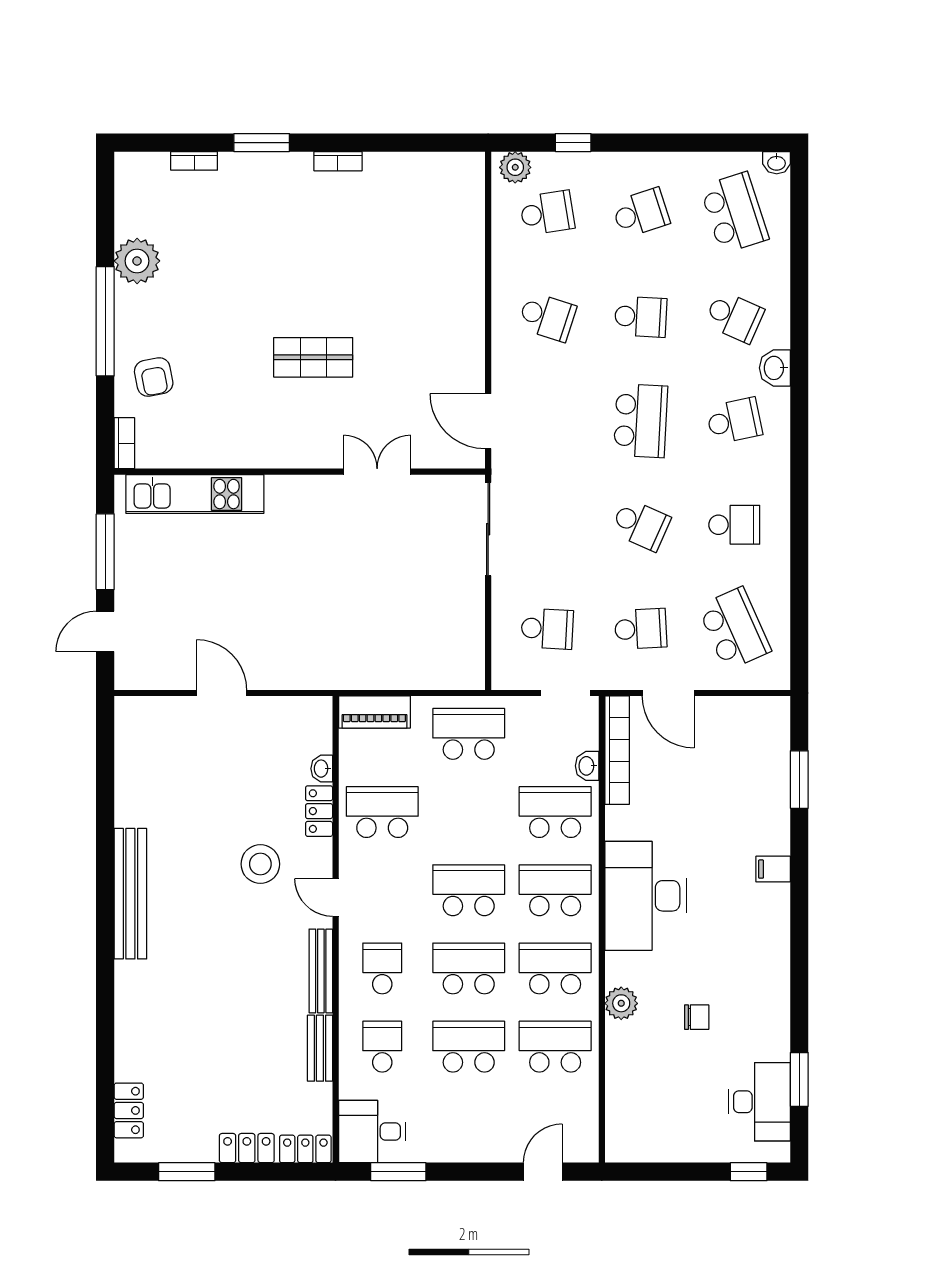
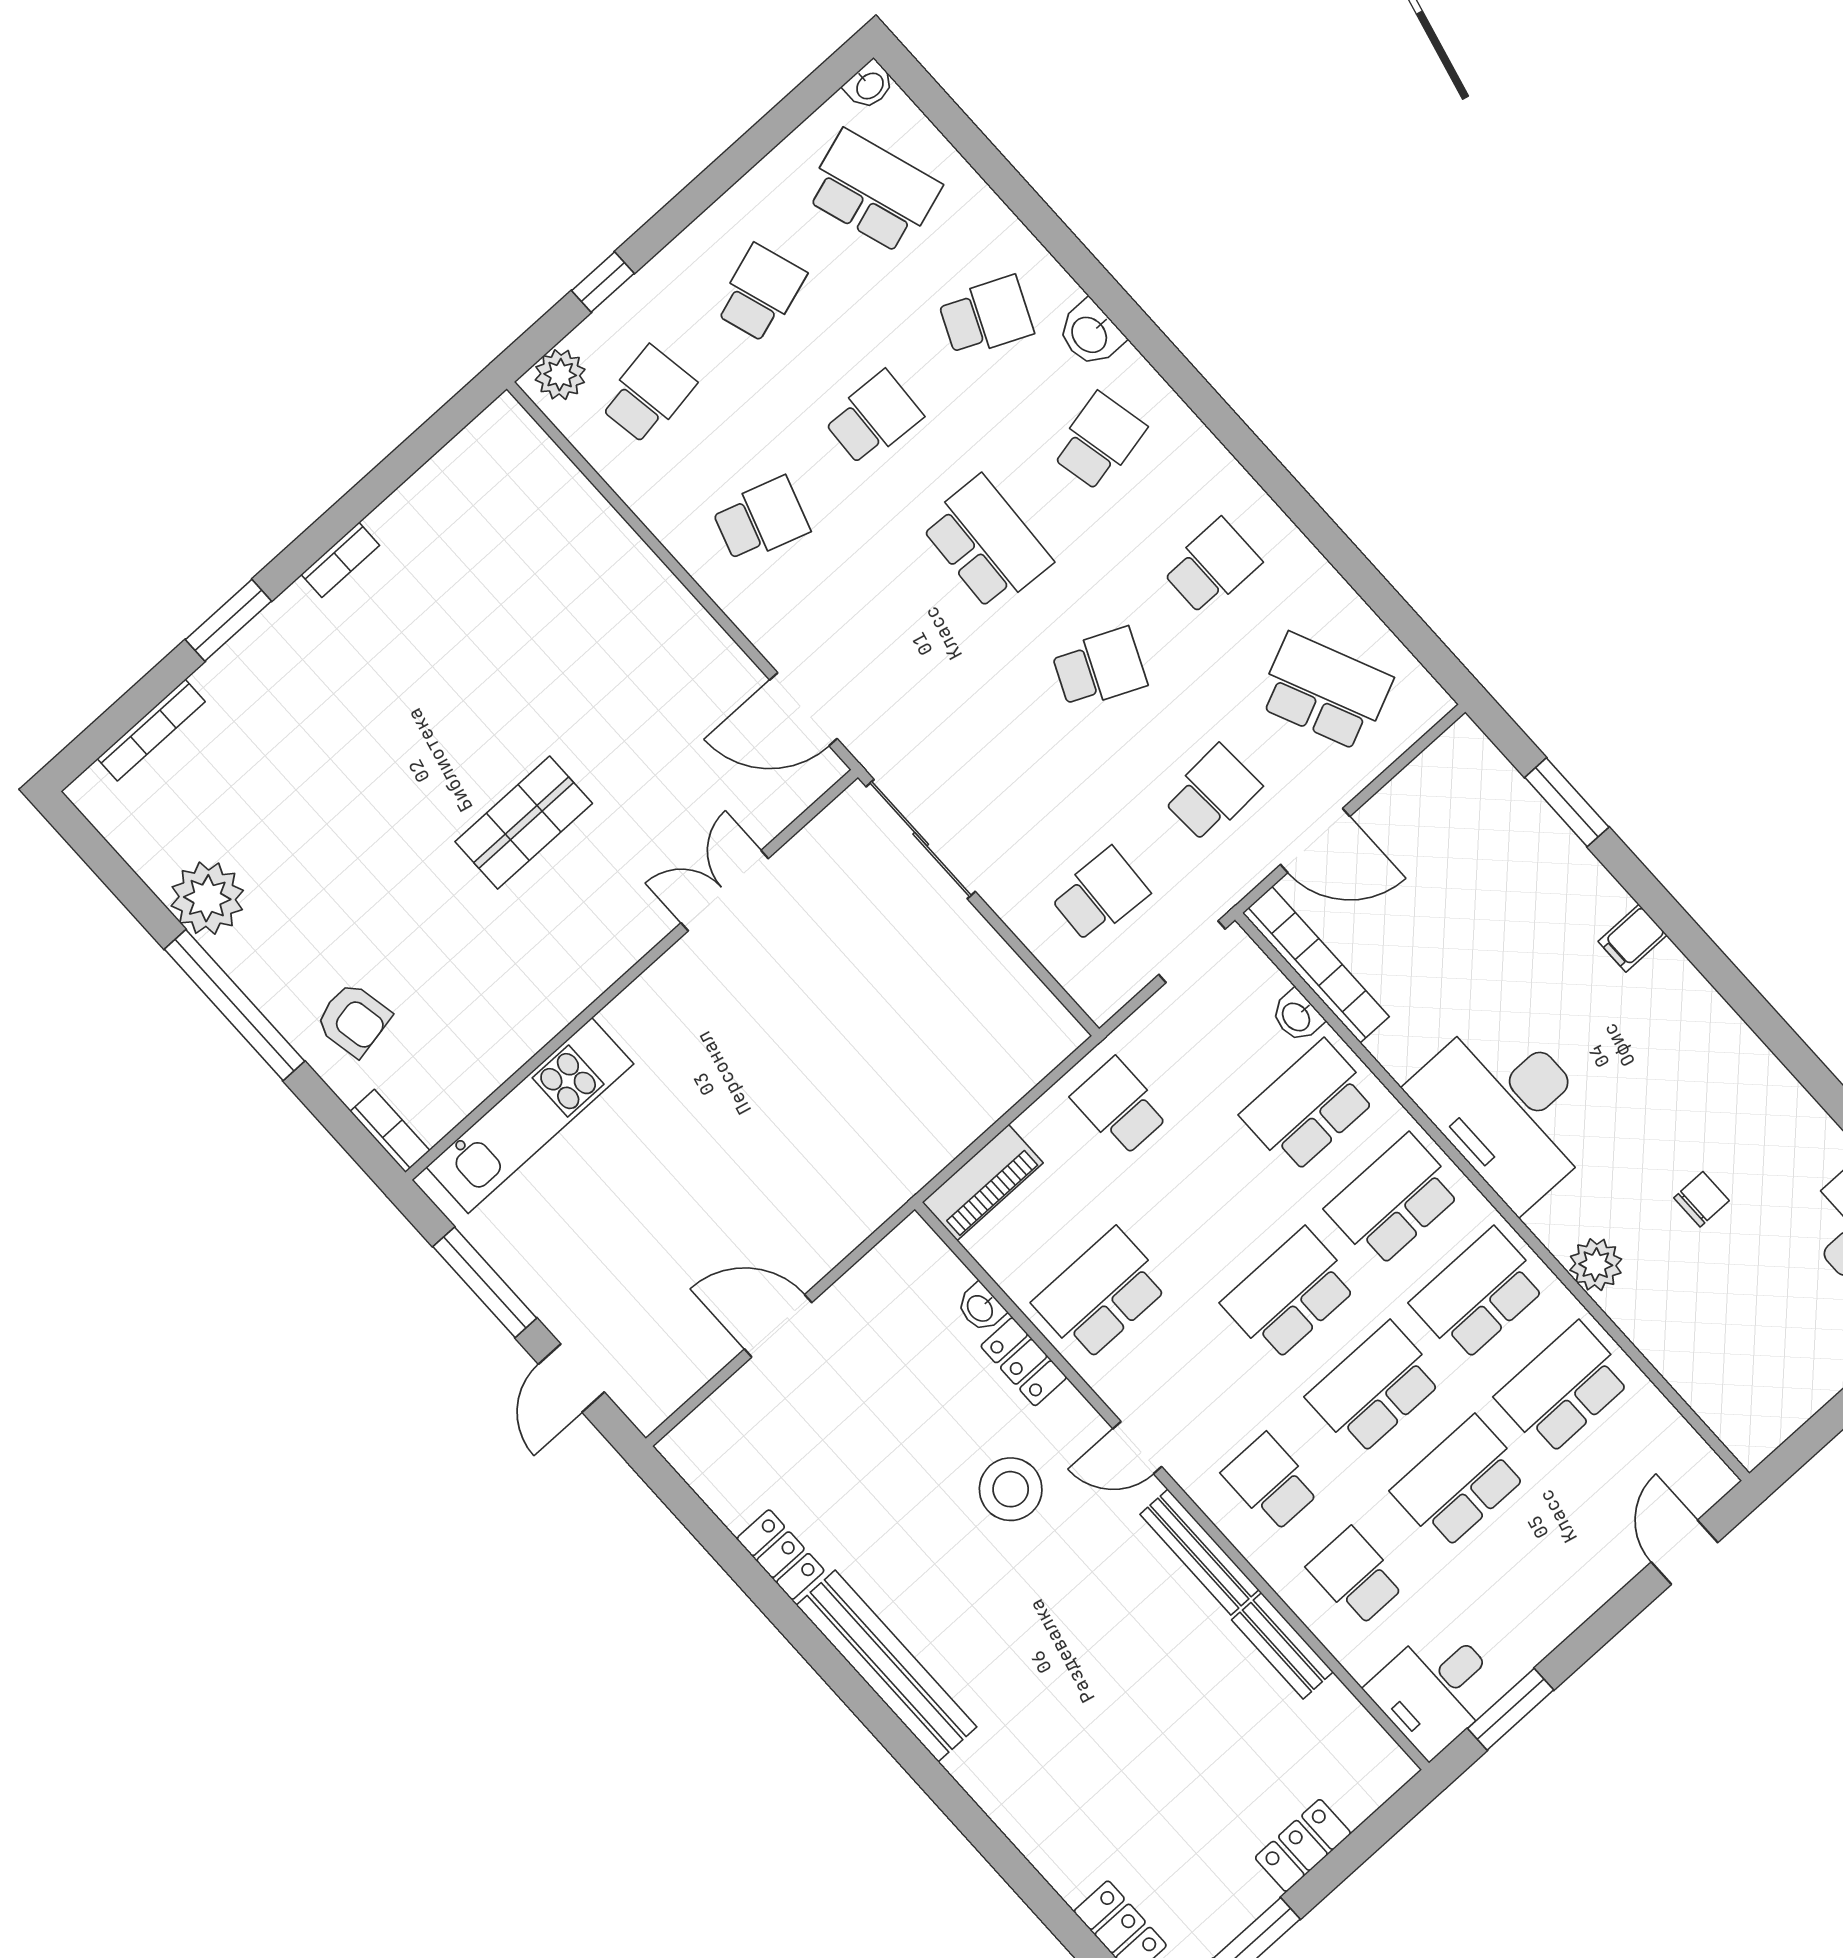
bookcase: (194, 161) -> (151, 730), width x1.56
school desk: (469, 734) -> (1120, 1106), width x0.54
locker: (305, 1149) -> (781, 1555), moved, turned 90

